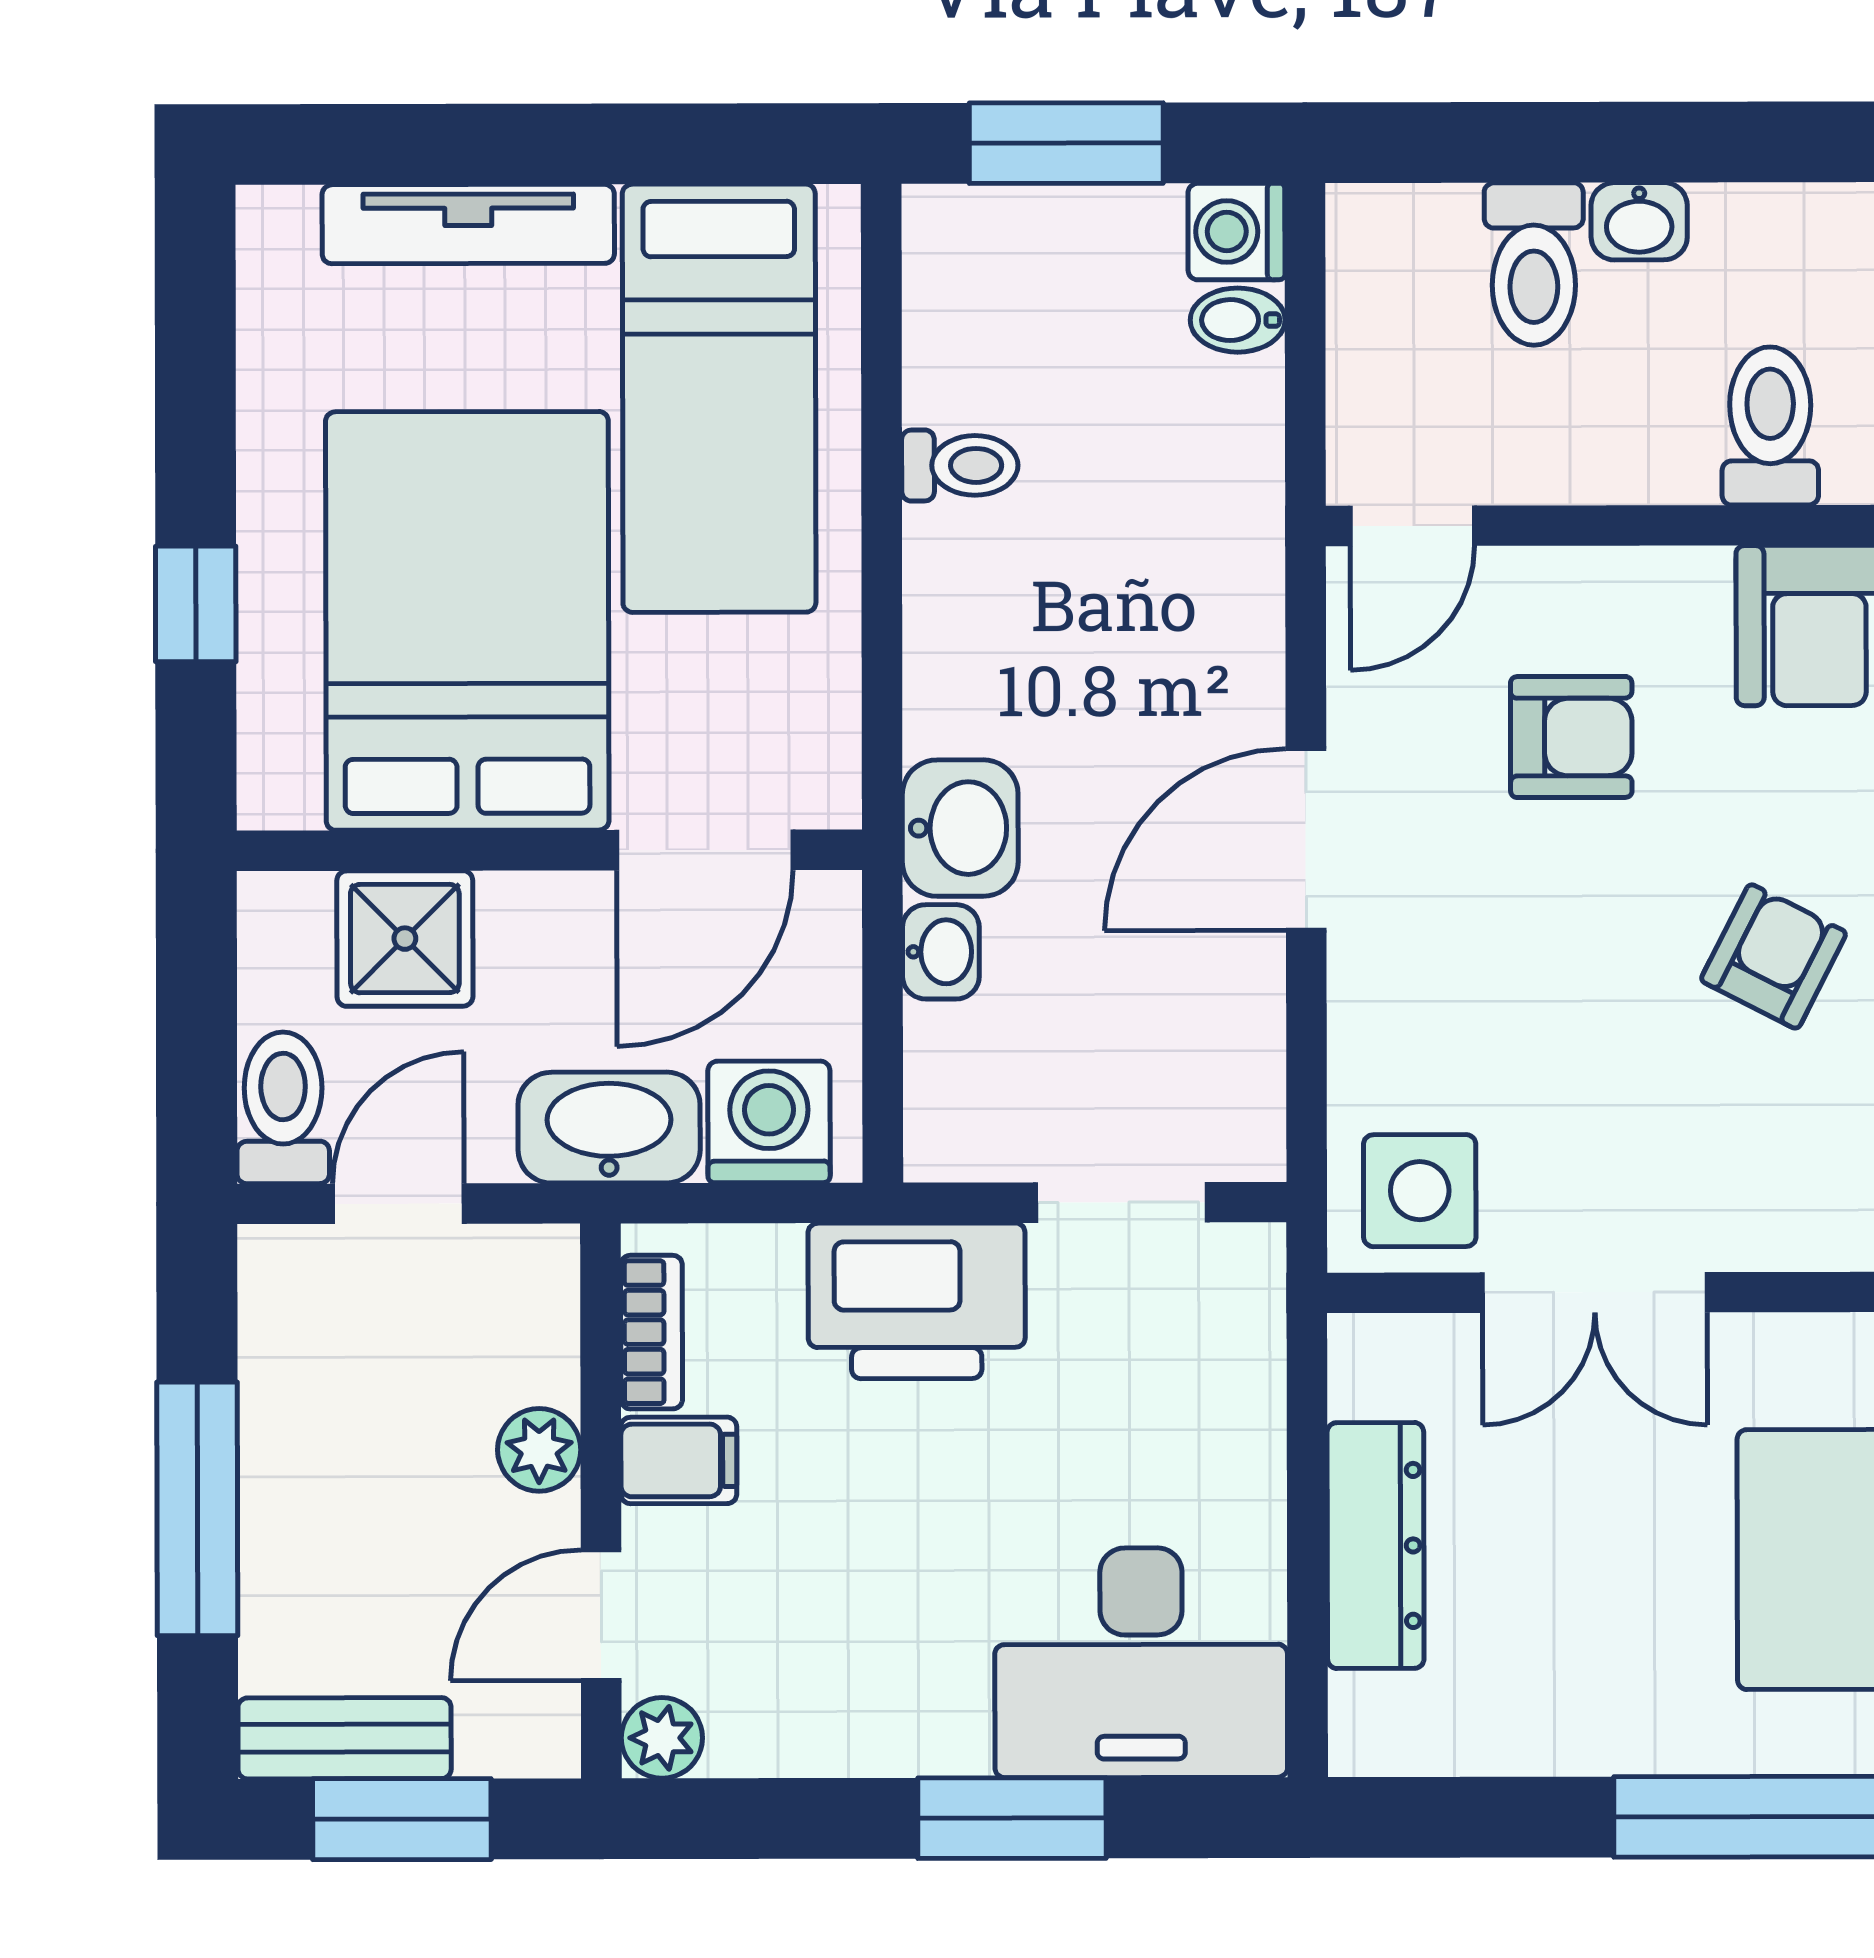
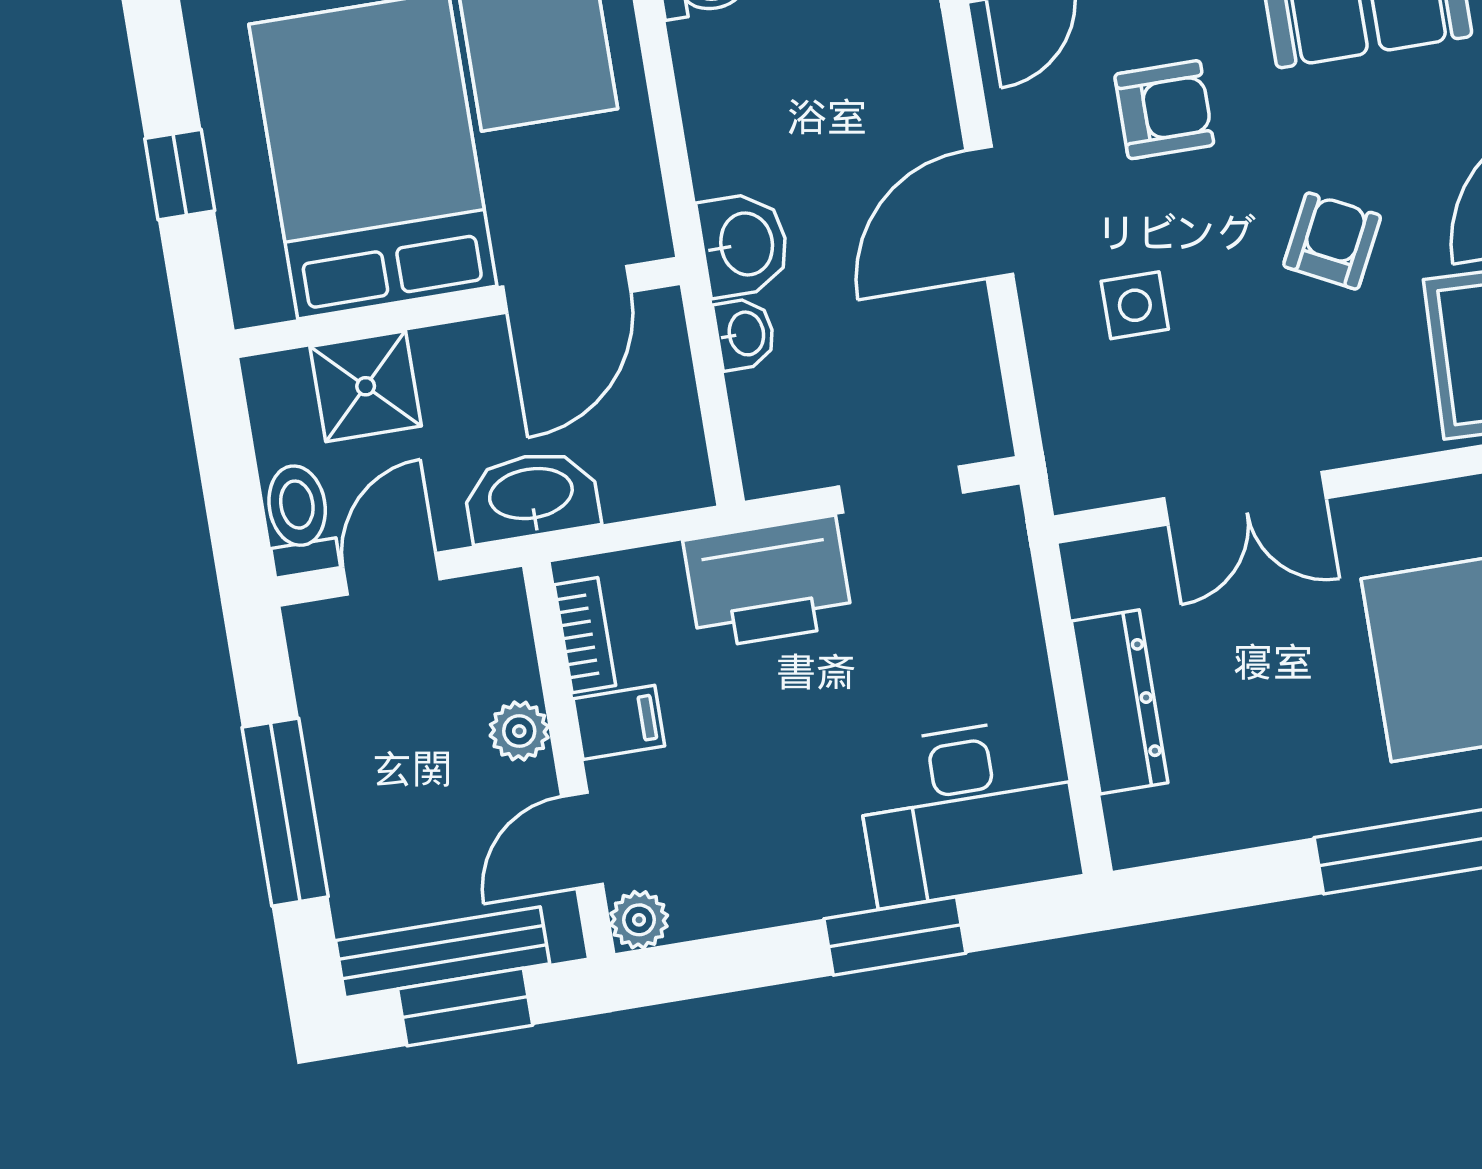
washing machine: (769, 1122) -> (643, 473), removed
side table: (1420, 1191) -> (1135, 305), moved, width x0.73, depth x0.73
bench: (345, 1738) -> (443, 952), width x1.36

